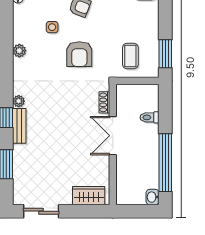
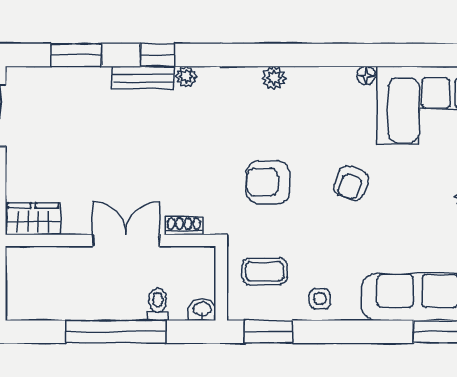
side table: (52, 27) -> (320, 299), moved
window: (165, 163) -> (116, 332), moved
wardrobe: (89, 196) -> (33, 219), moved, turned -90
washbasin: (152, 197) -> (202, 310), moved

